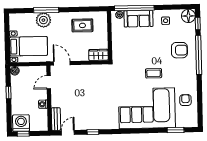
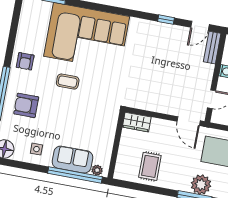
rug: (82, 25) -> (150, 166), turned 90
armchair: (185, 100) -> (25, 61), moved

